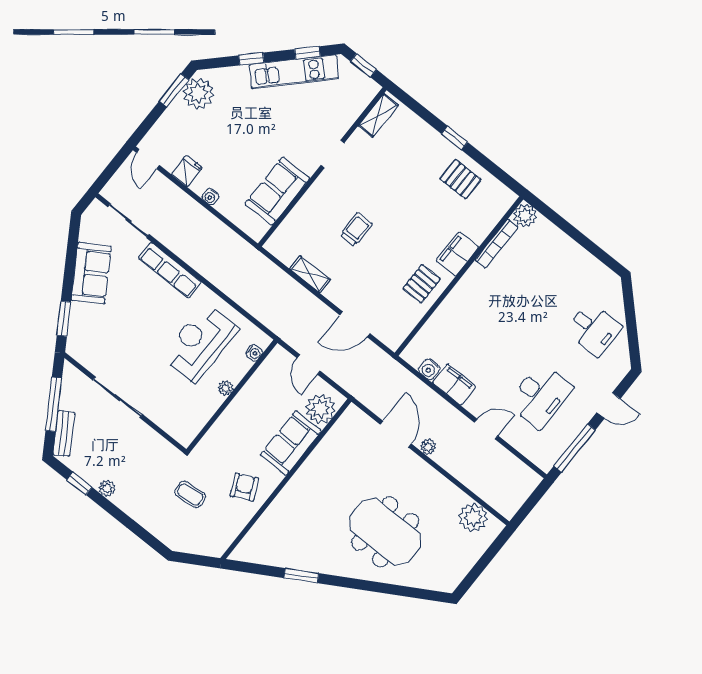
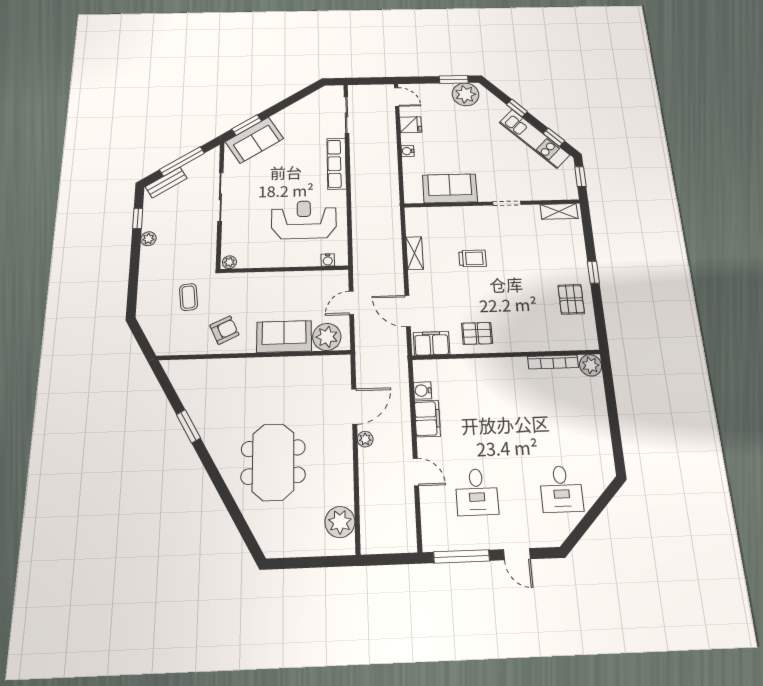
door: (148, 159) -> (397, 97), swing flipped
filing cabinet: (457, 254) -> (432, 343), moved
sofa: (91, 273) -> (254, 140), moved
plant: (226, 388) -> (229, 262), moved
desk: (540, 396) -> (477, 492), width x0.73

